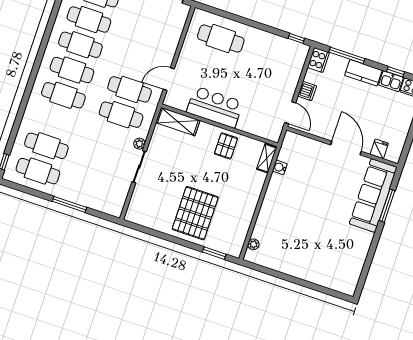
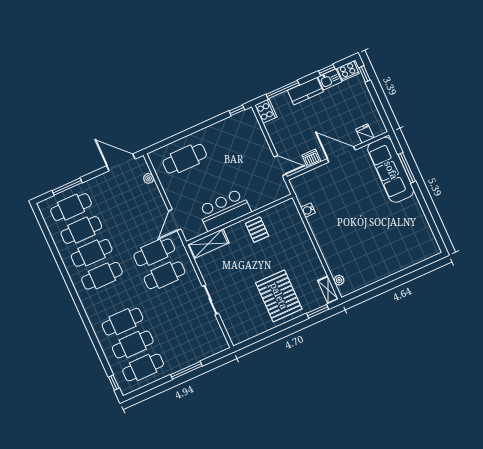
dishwasher: (307, 91) -> (311, 158), moved, turned -90
cafe table: (63, 95) -> (123, 322), moved
plant: (139, 144) -> (149, 178), moved
shelving: (267, 158) -> (328, 290), moved

